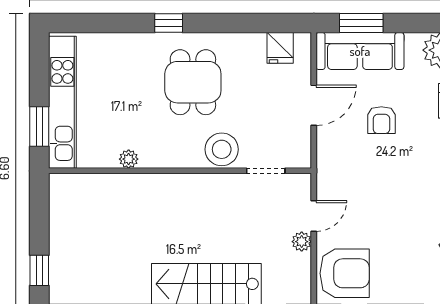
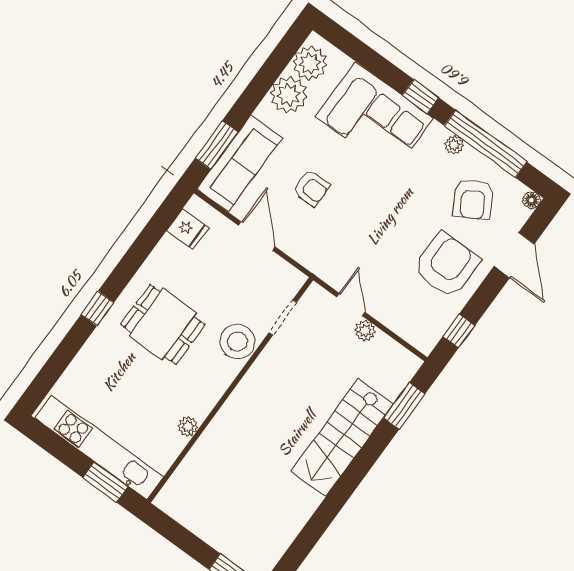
armchair: (345, 273) -> (446, 265), moved

